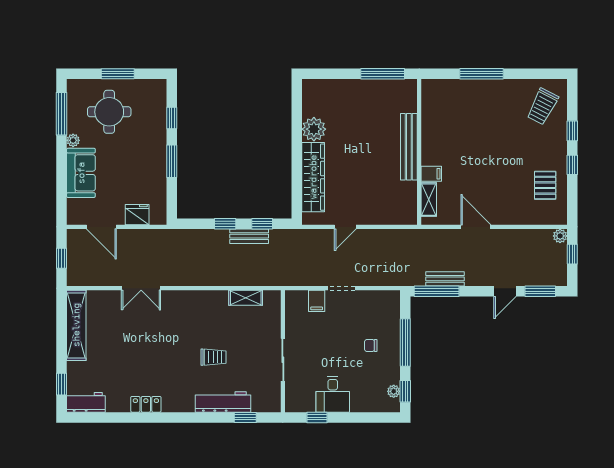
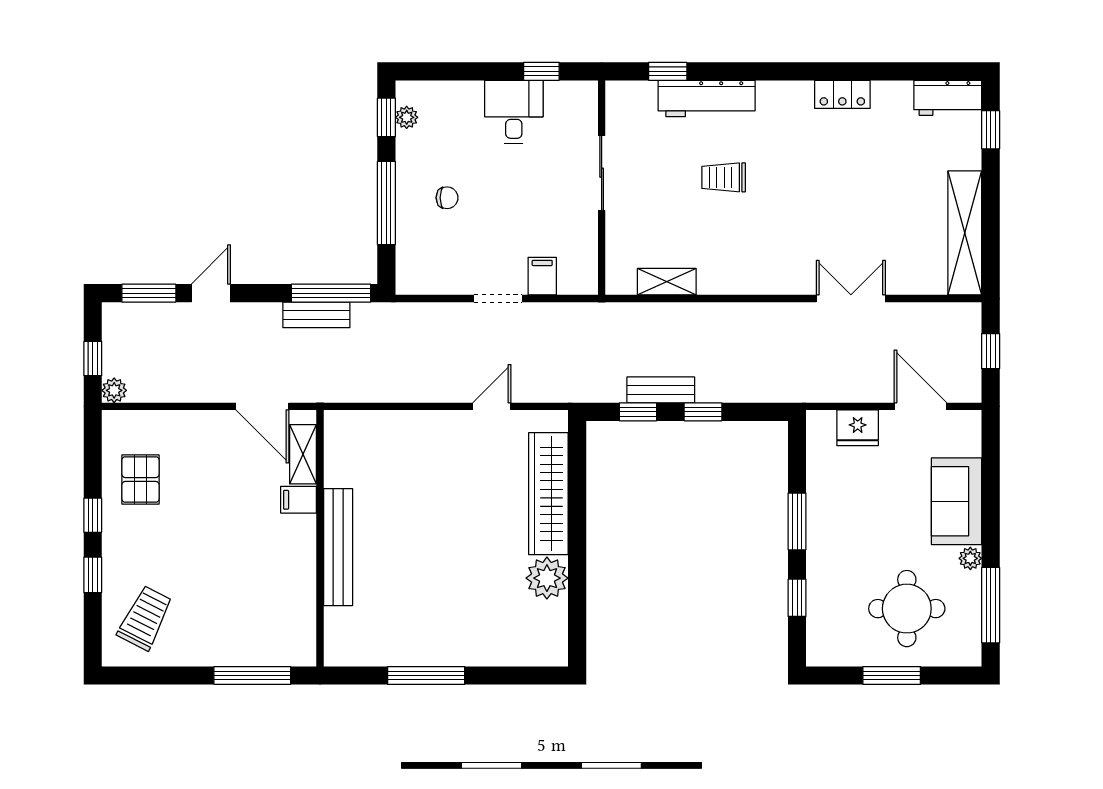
bench: (409, 147) -> (338, 547), moved
wall: (419, 152) -> (320, 538), moved
filing cabinet: (431, 174) -> (299, 500), moved
shelving: (429, 200) -> (303, 454), moved

